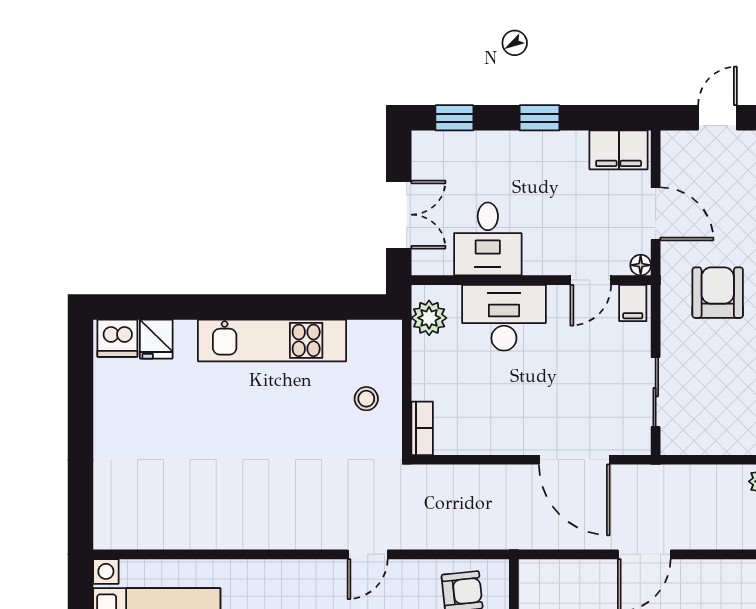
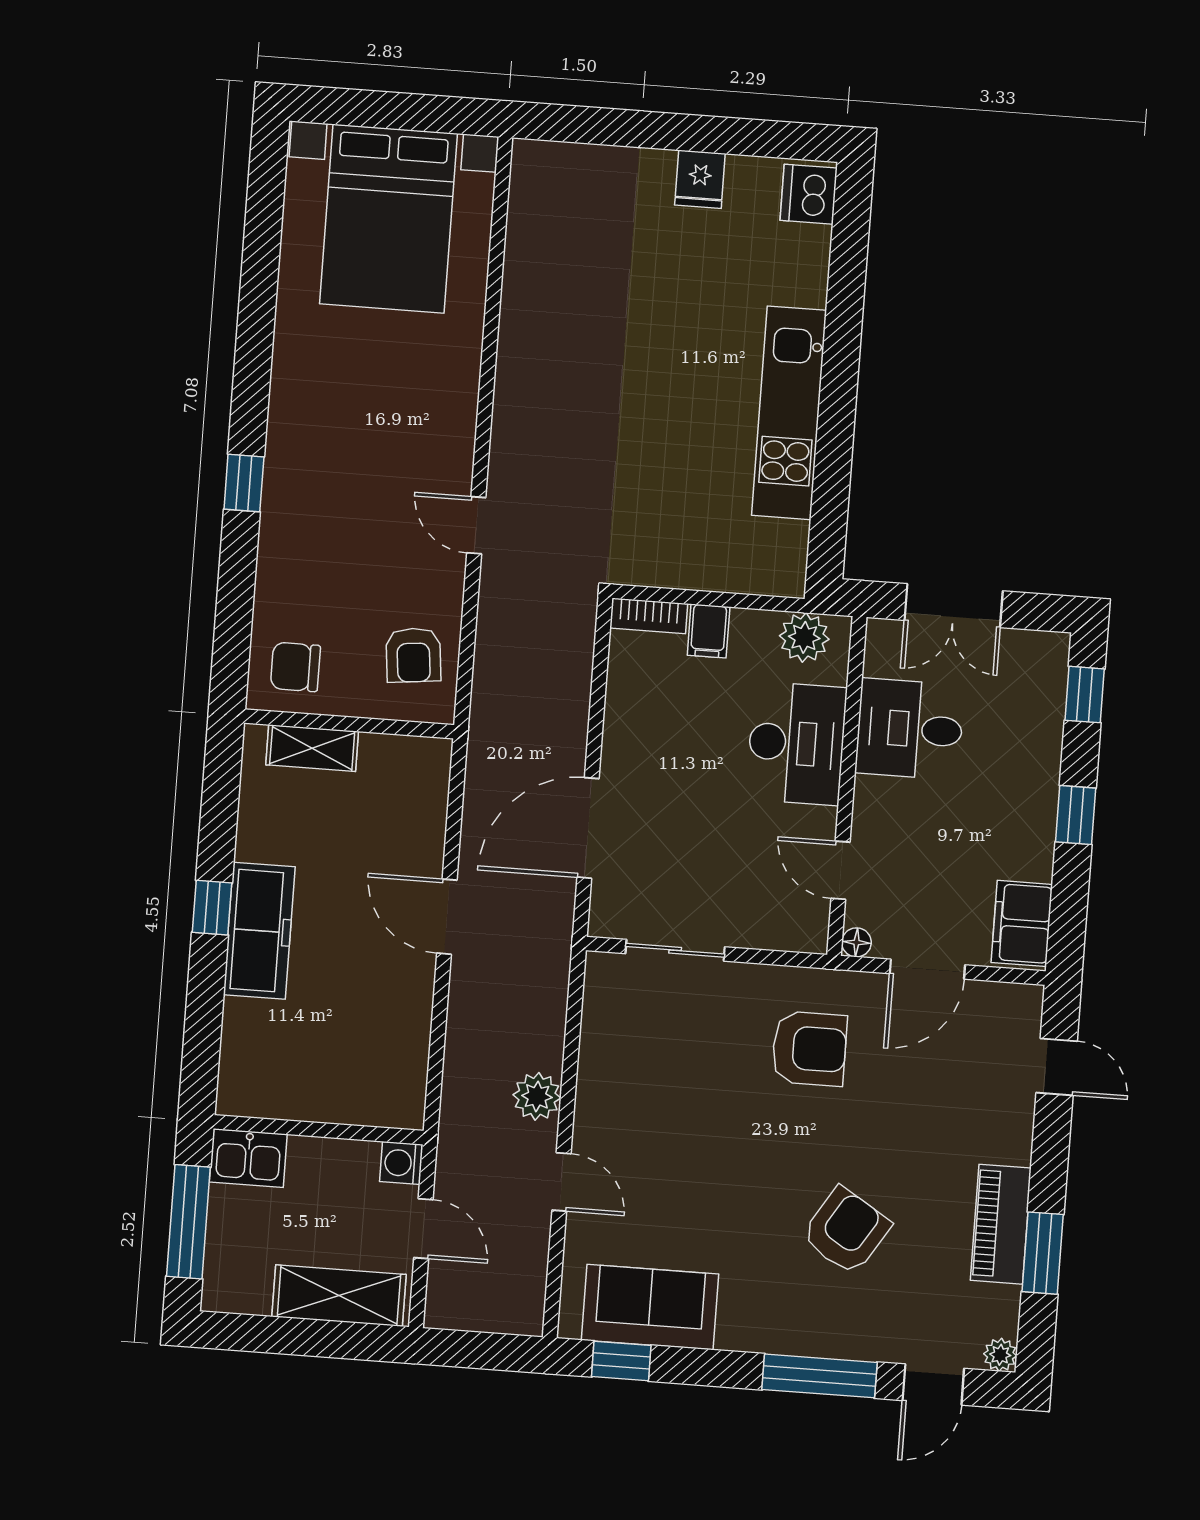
filing cabinet: (633, 303) -> (709, 631), moved, turned -90
fridge: (156, 339) -> (700, 179), moved, turned -90
stool: (366, 399) -> (697, 540), removed

